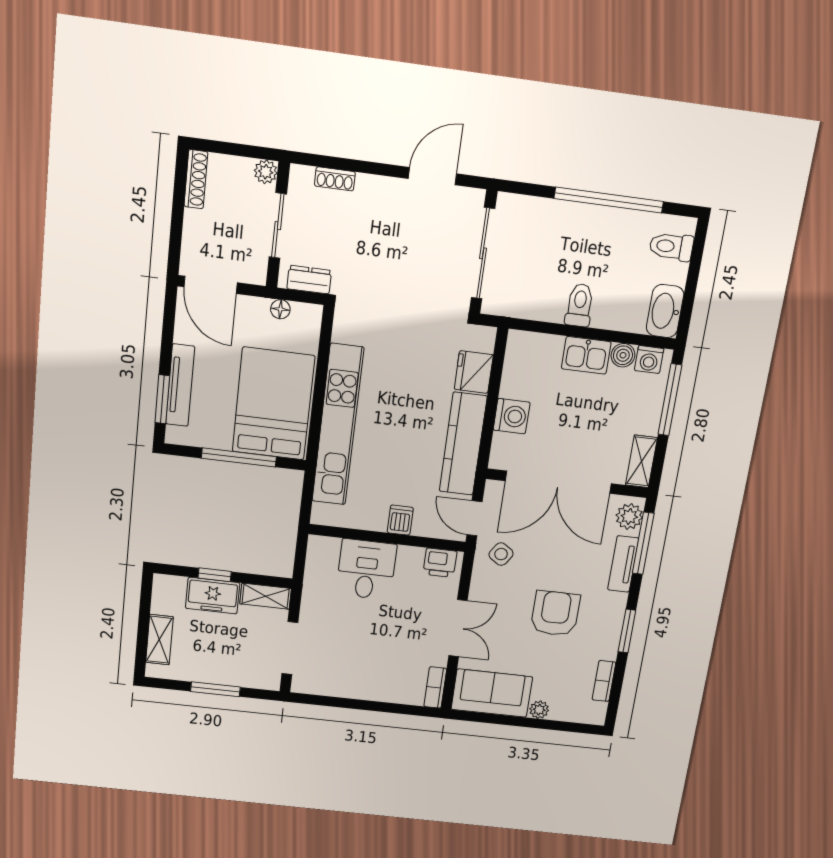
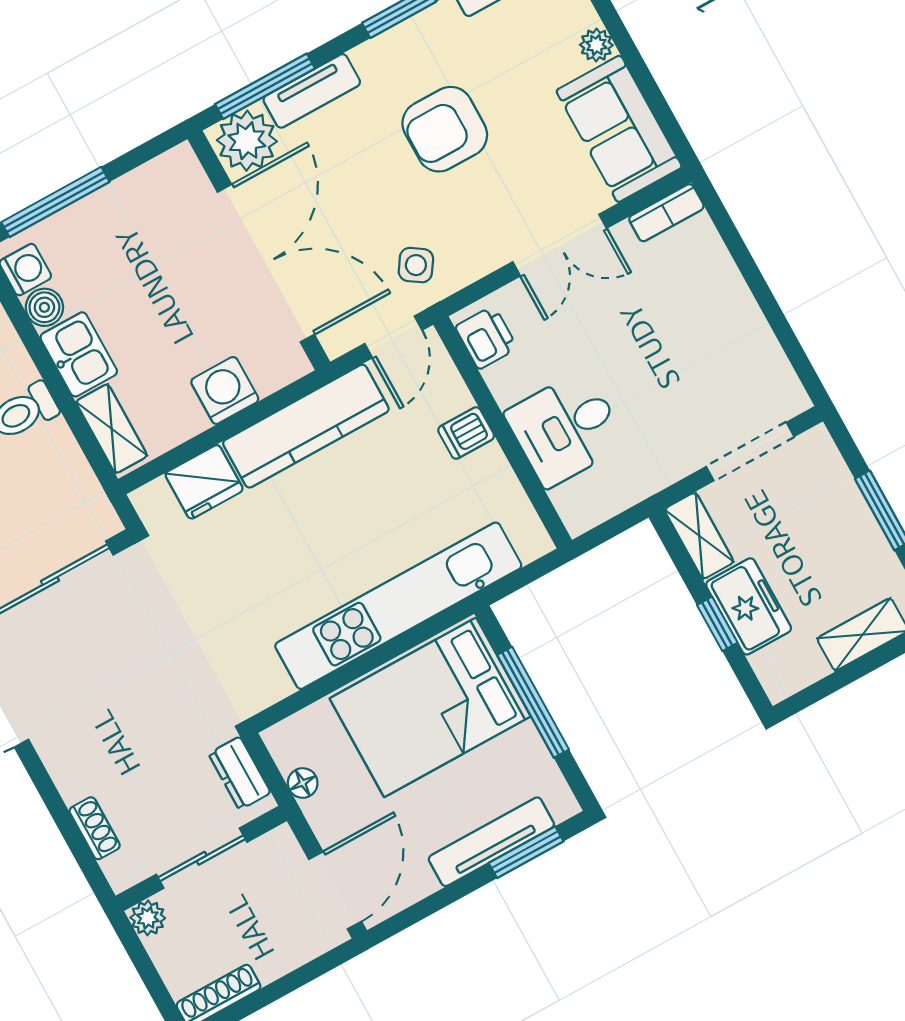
shelving: (641, 461) -> (112, 429), moved, turned 90
plant: (629, 516) -> (247, 141), width x1.36, depth x1.36
double door: (458, 628) -> (560, 245), swing flipped

